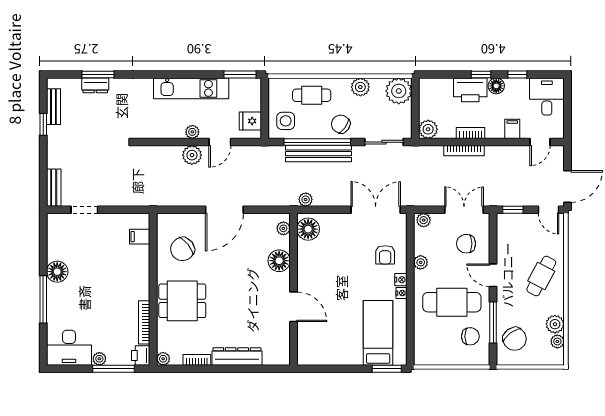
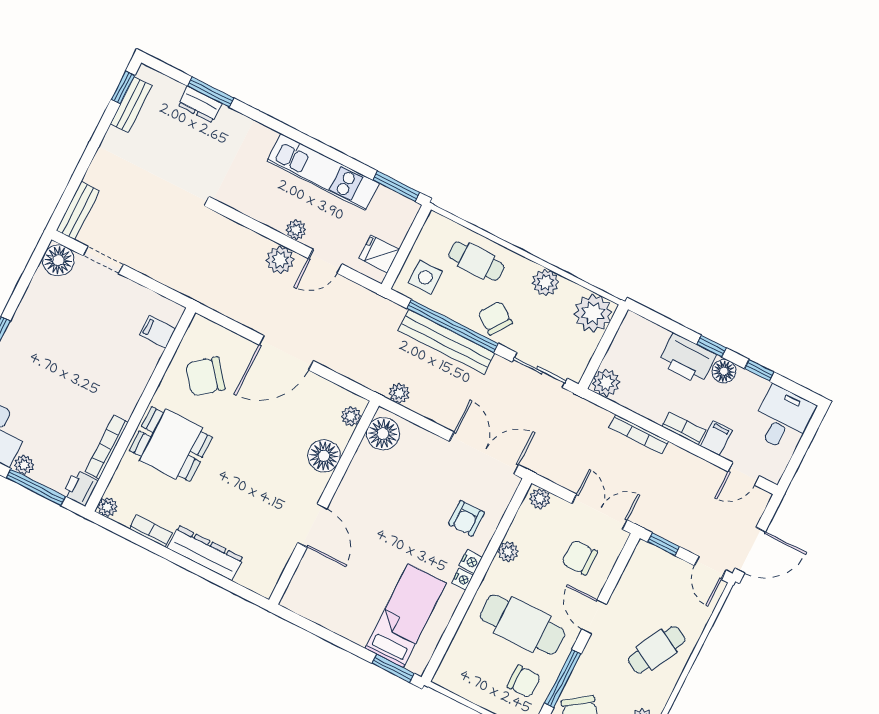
window: (43, 124) -> (123, 87), moved
bookcase: (471, 133) -> (684, 428), moved
floor lamp: (57, 272) -> (58, 260), moved

